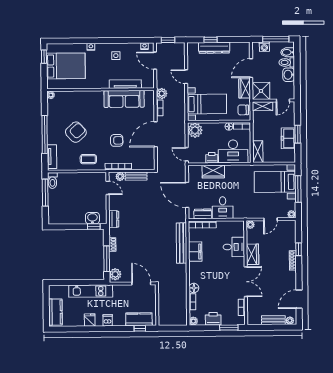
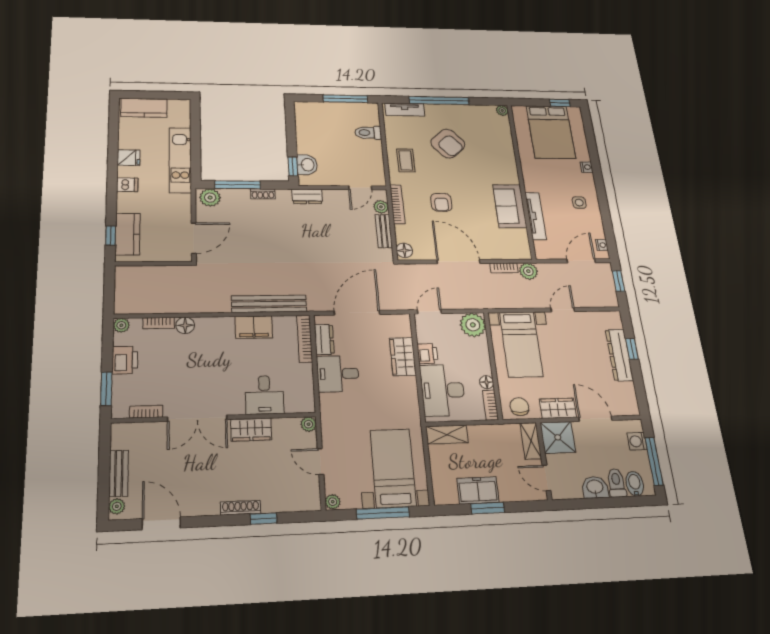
sofa: (124, 99) -> (510, 206), width x0.73
floor lamp: (148, 165) -> (404, 250), added
toilet: (52, 181) -> (368, 133), moved

